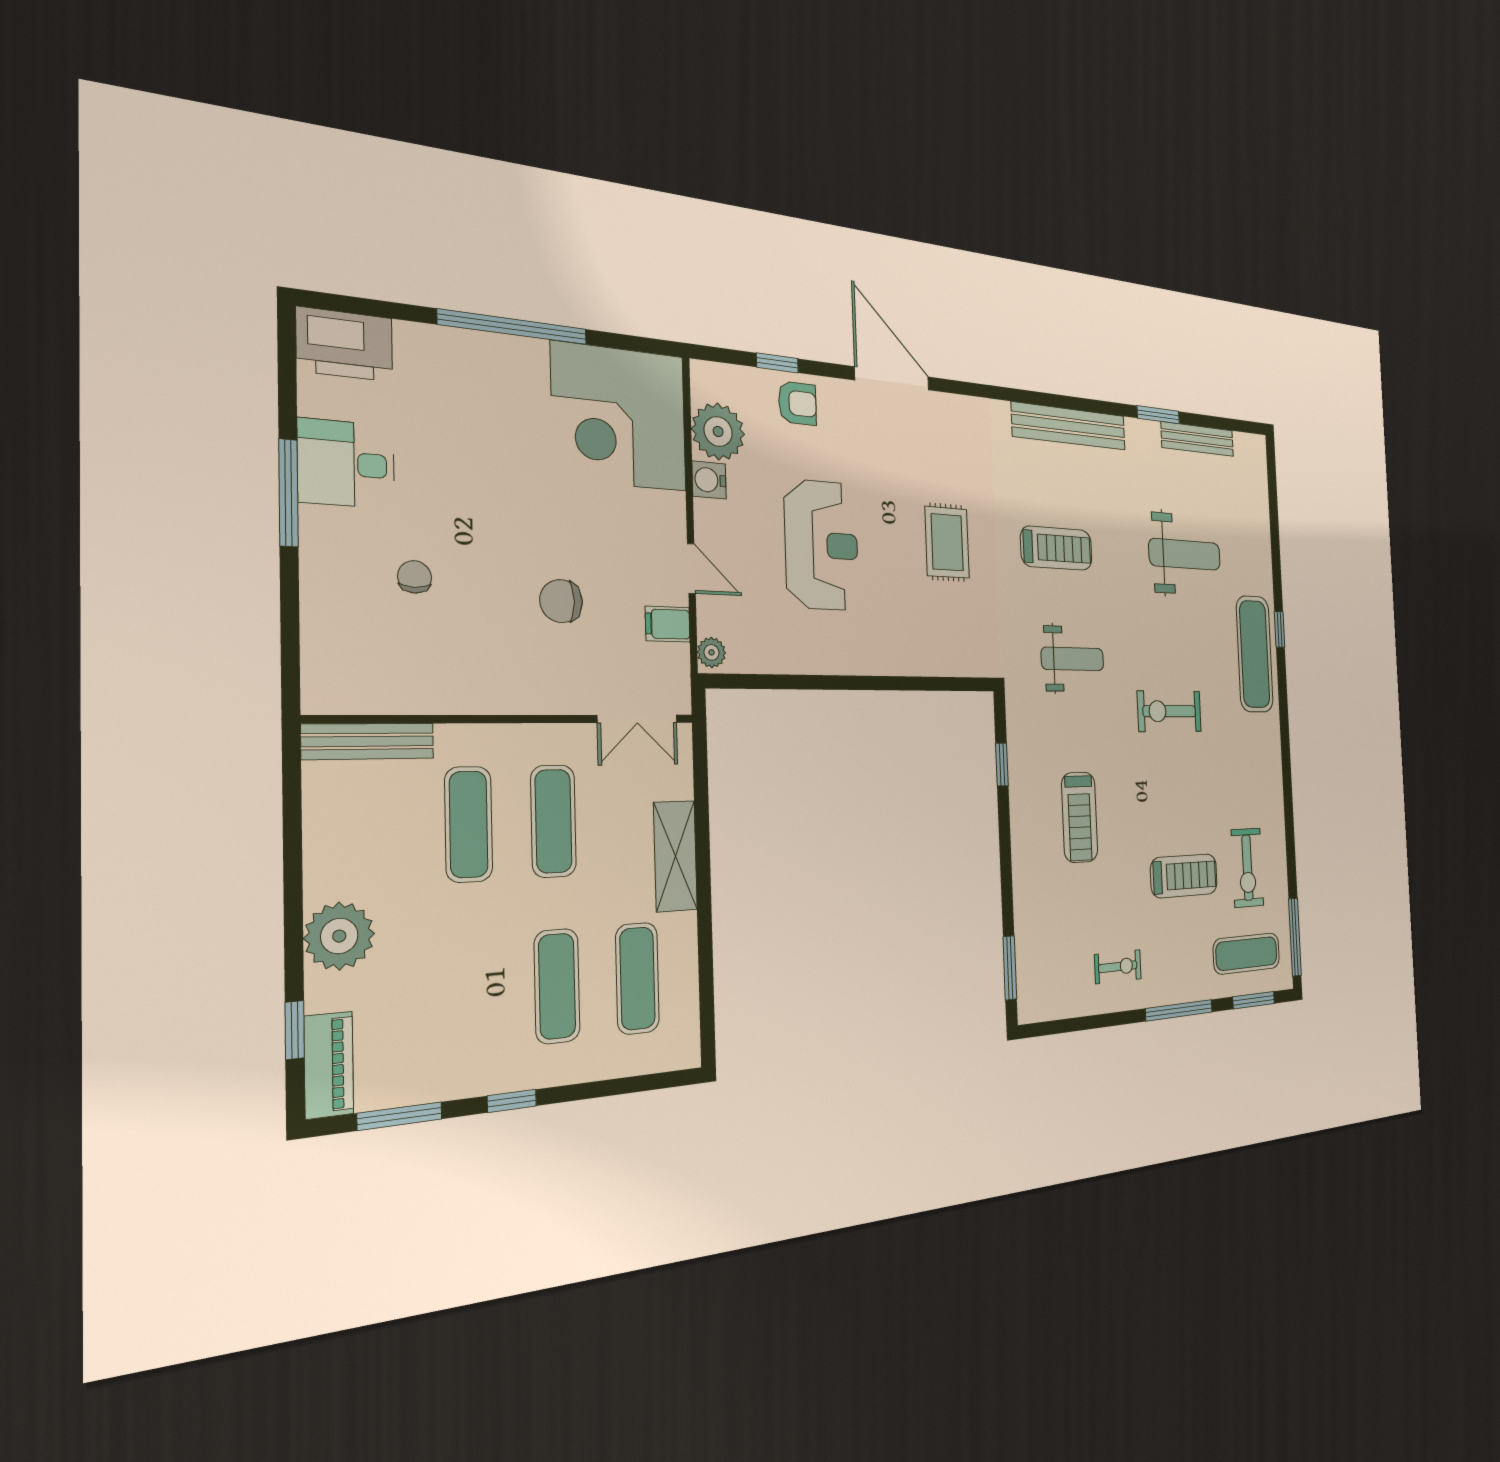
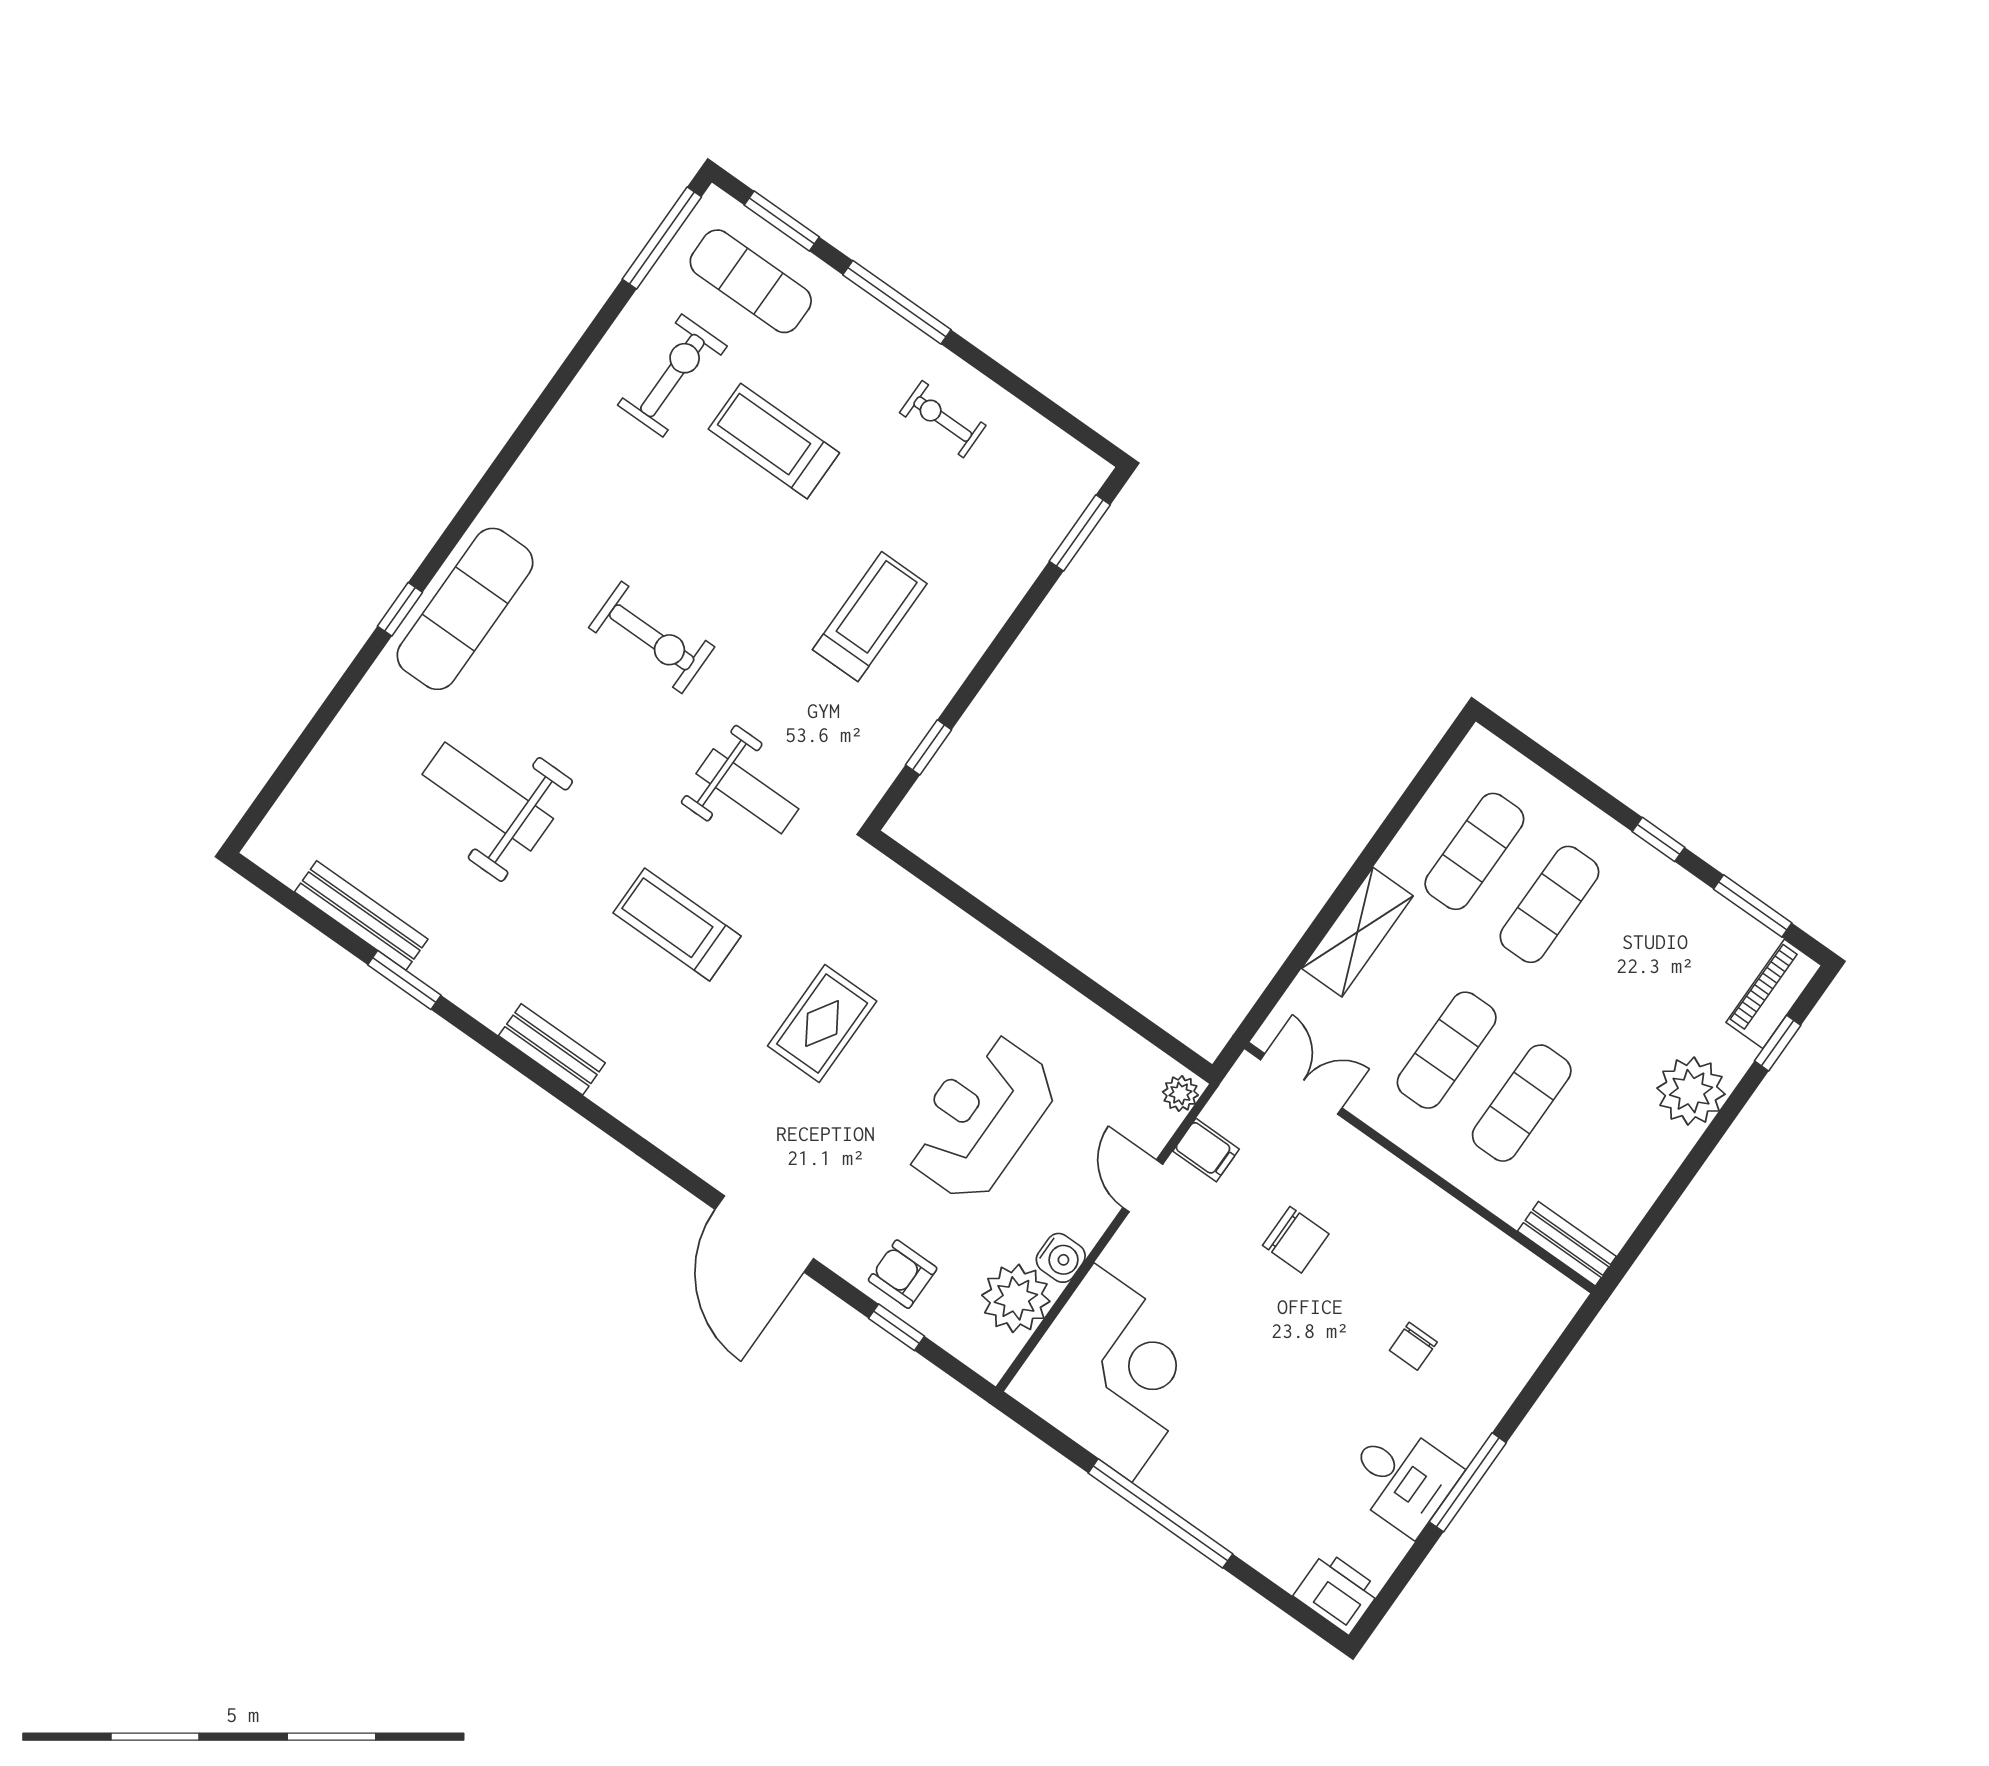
printer: (345, 344) -> (1337, 1592), width x0.73, depth x0.84
bench: (1069, 426) -> (552, 1049), width x0.54, depth x0.82
weight bench: (1073, 659) -> (747, 791), turned 180
bench: (368, 741) -> (1567, 1244), width x0.73

